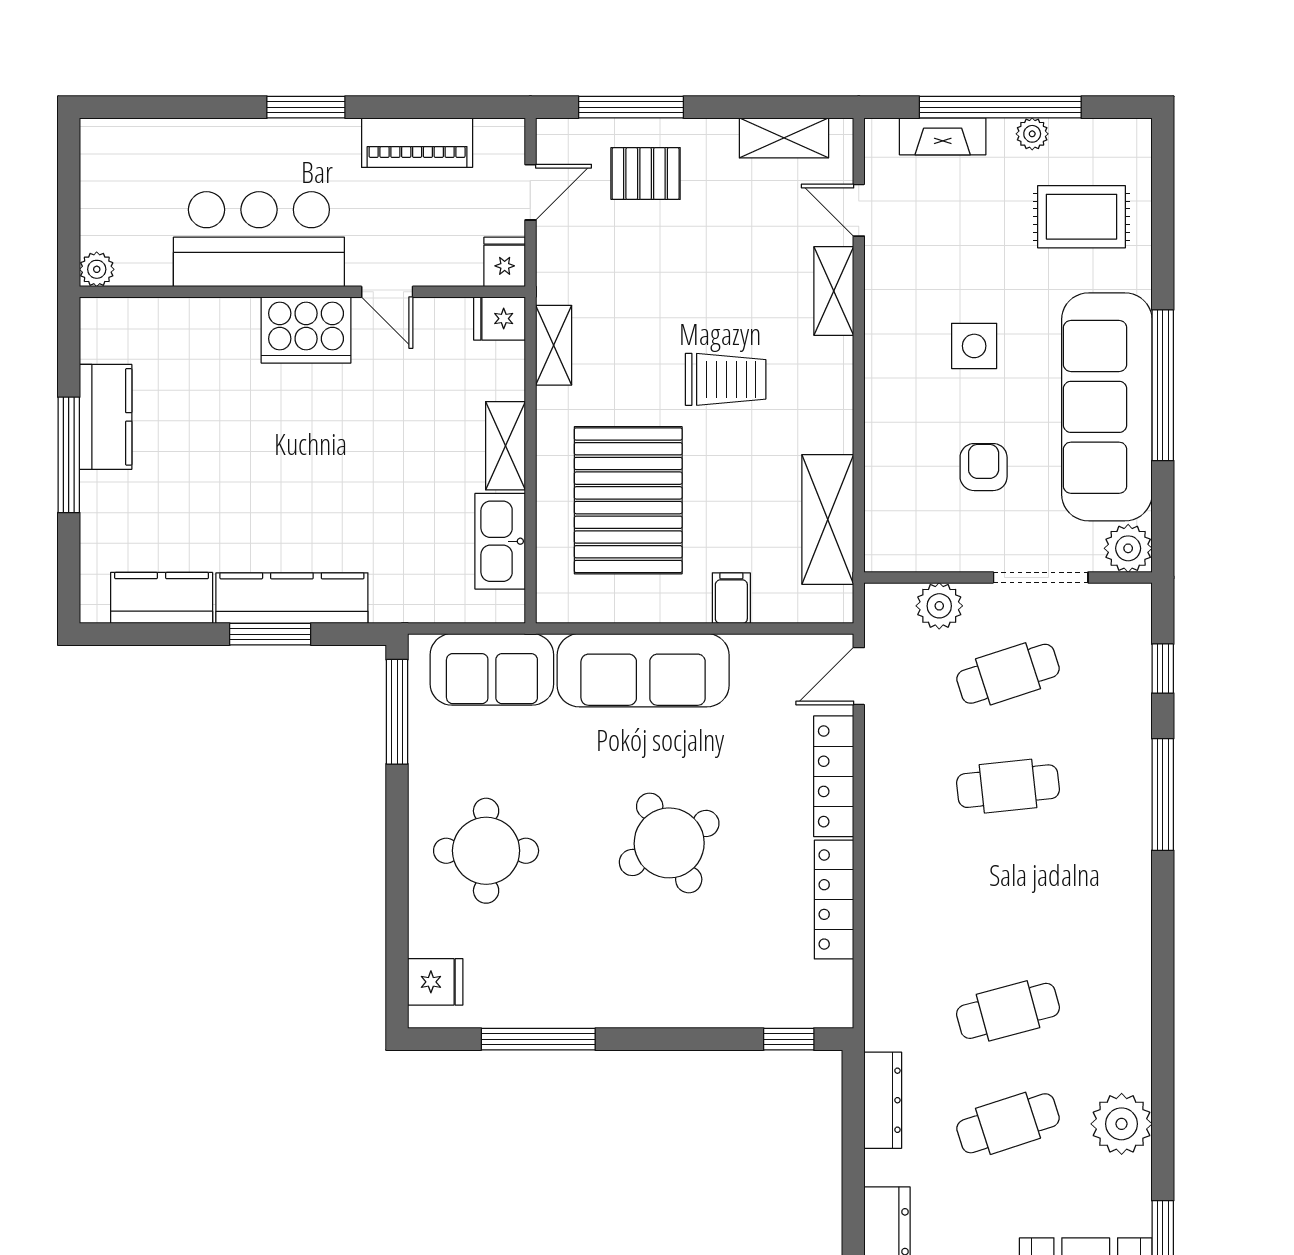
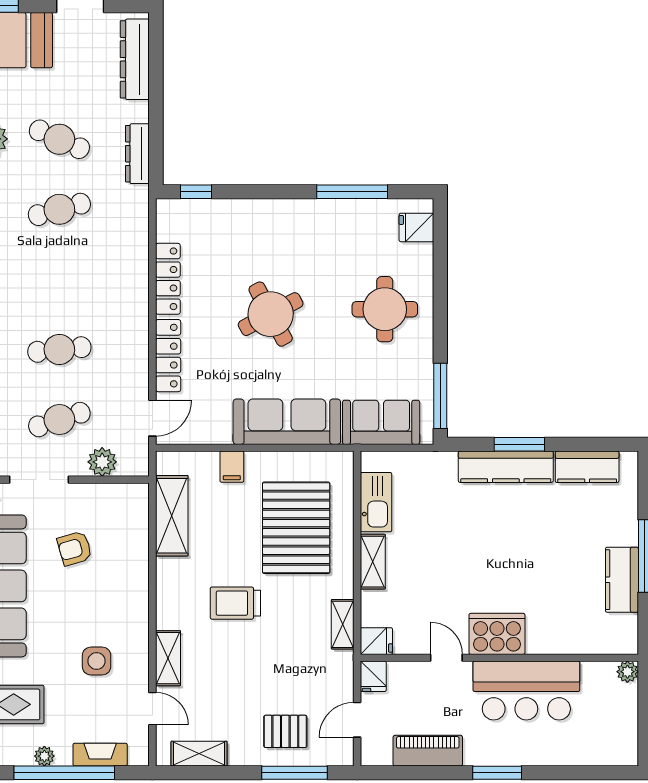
side table: (974, 346) -> (97, 661), moved
armchair: (984, 467) -> (75, 548), turned 74
cafe table: (1008, 1123) -> (59, 139), turned 42

